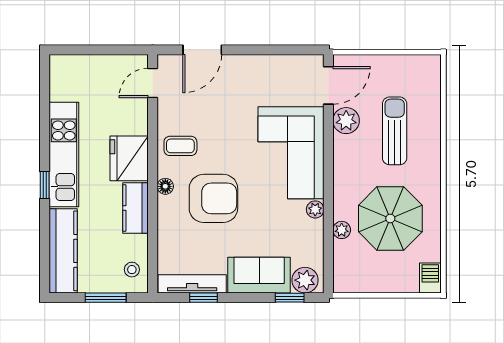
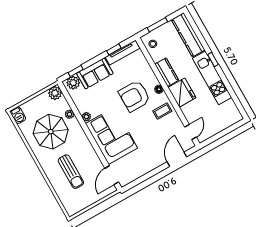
plant: (346, 121) -> (55, 93), moved

